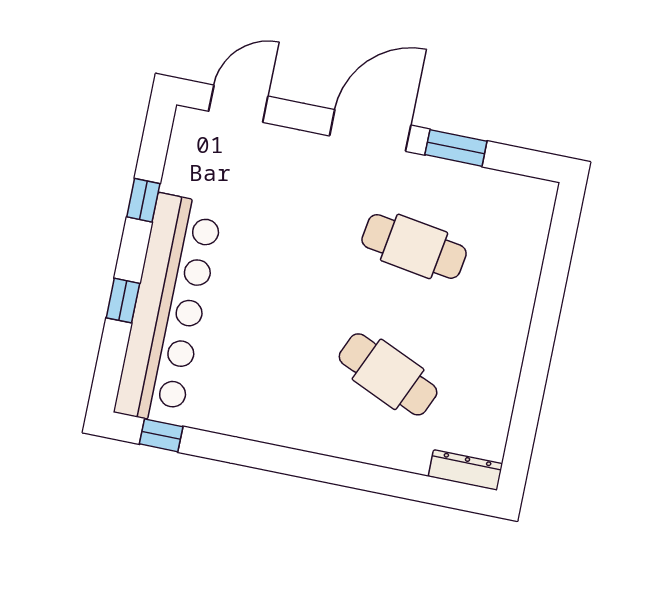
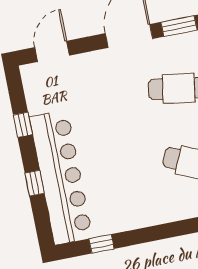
window: (161, 435) -> (102, 244), moved

